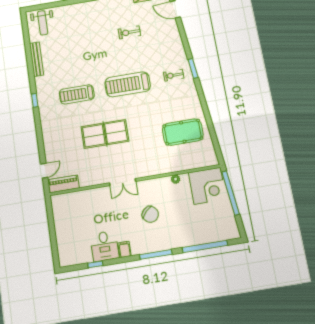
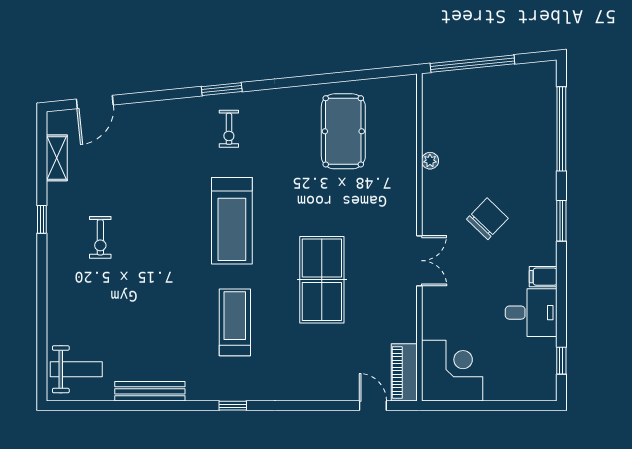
exercise bike: (129, 32) -> (100, 237), moved
treadmill: (77, 94) -> (235, 322), turned 180
corner desk: (207, 186) -> (452, 371), moved
window: (156, 254) -> (561, 221), width x0.69
window: (95, 264) -> (561, 361), moved

